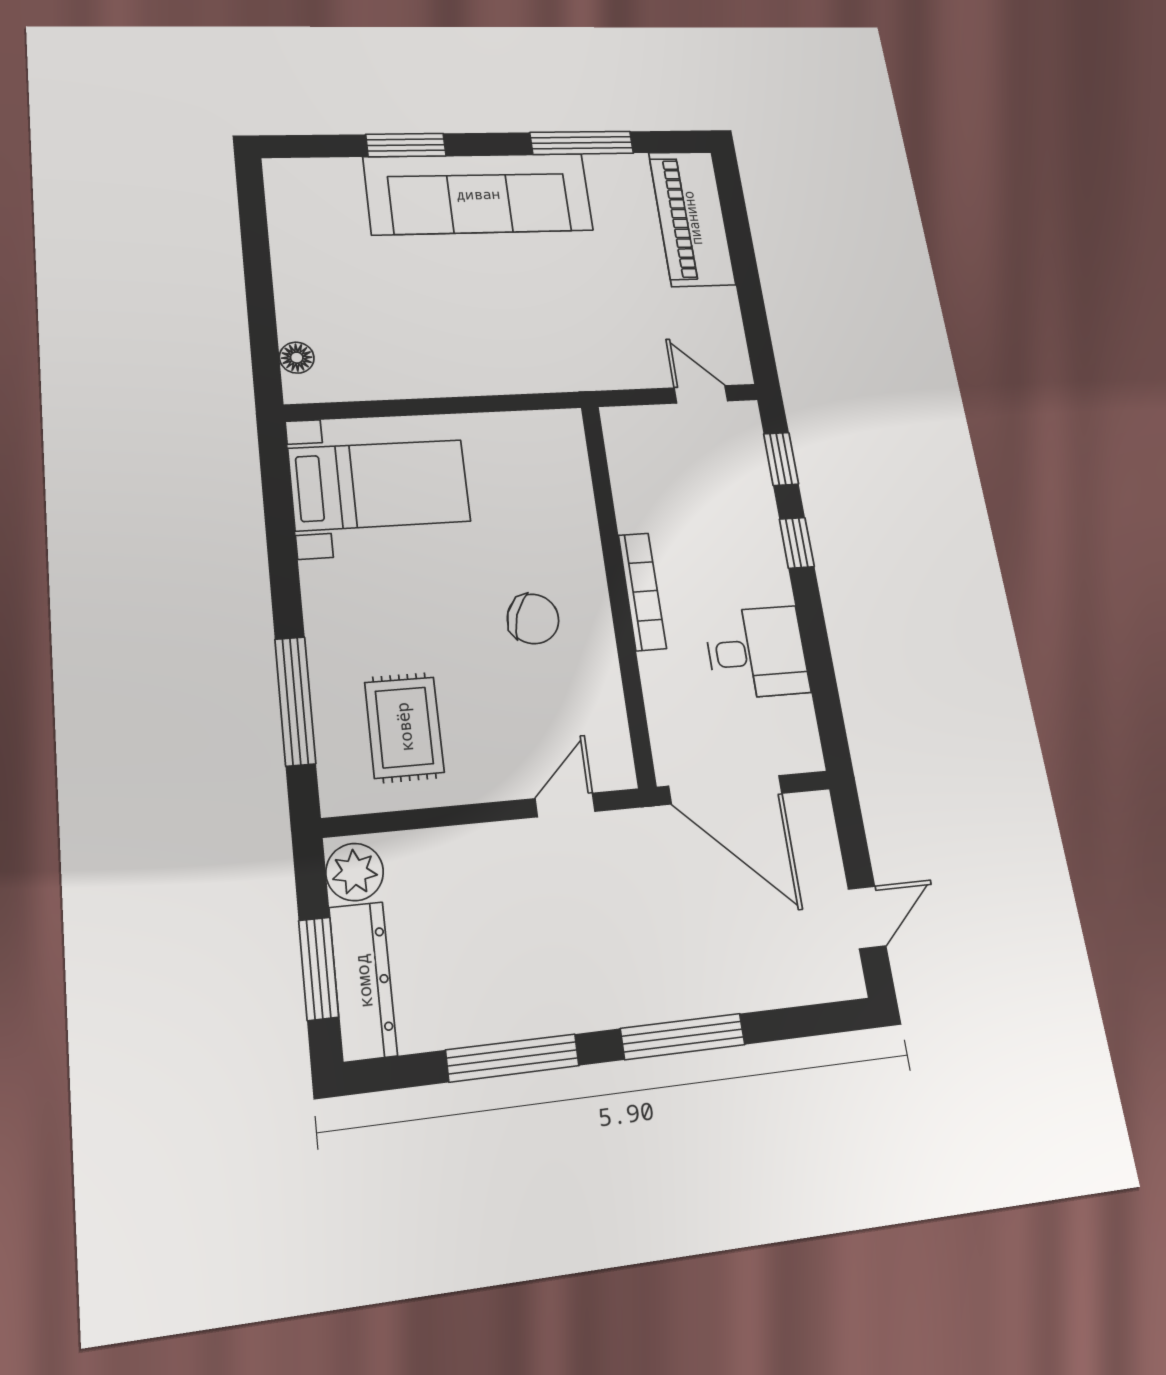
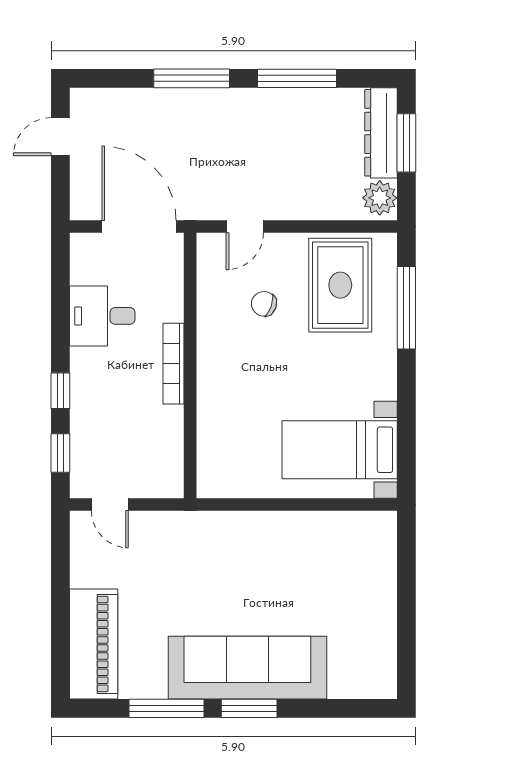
window: (406, 145) -> (249, 708), moved
floor lamp: (297, 358) -> (386, 545), removed
chair: (533, 619) -> (264, 304), moved, width x0.73, depth x0.73
rug: (404, 727) -> (340, 285), width x1.36, depth x1.43

